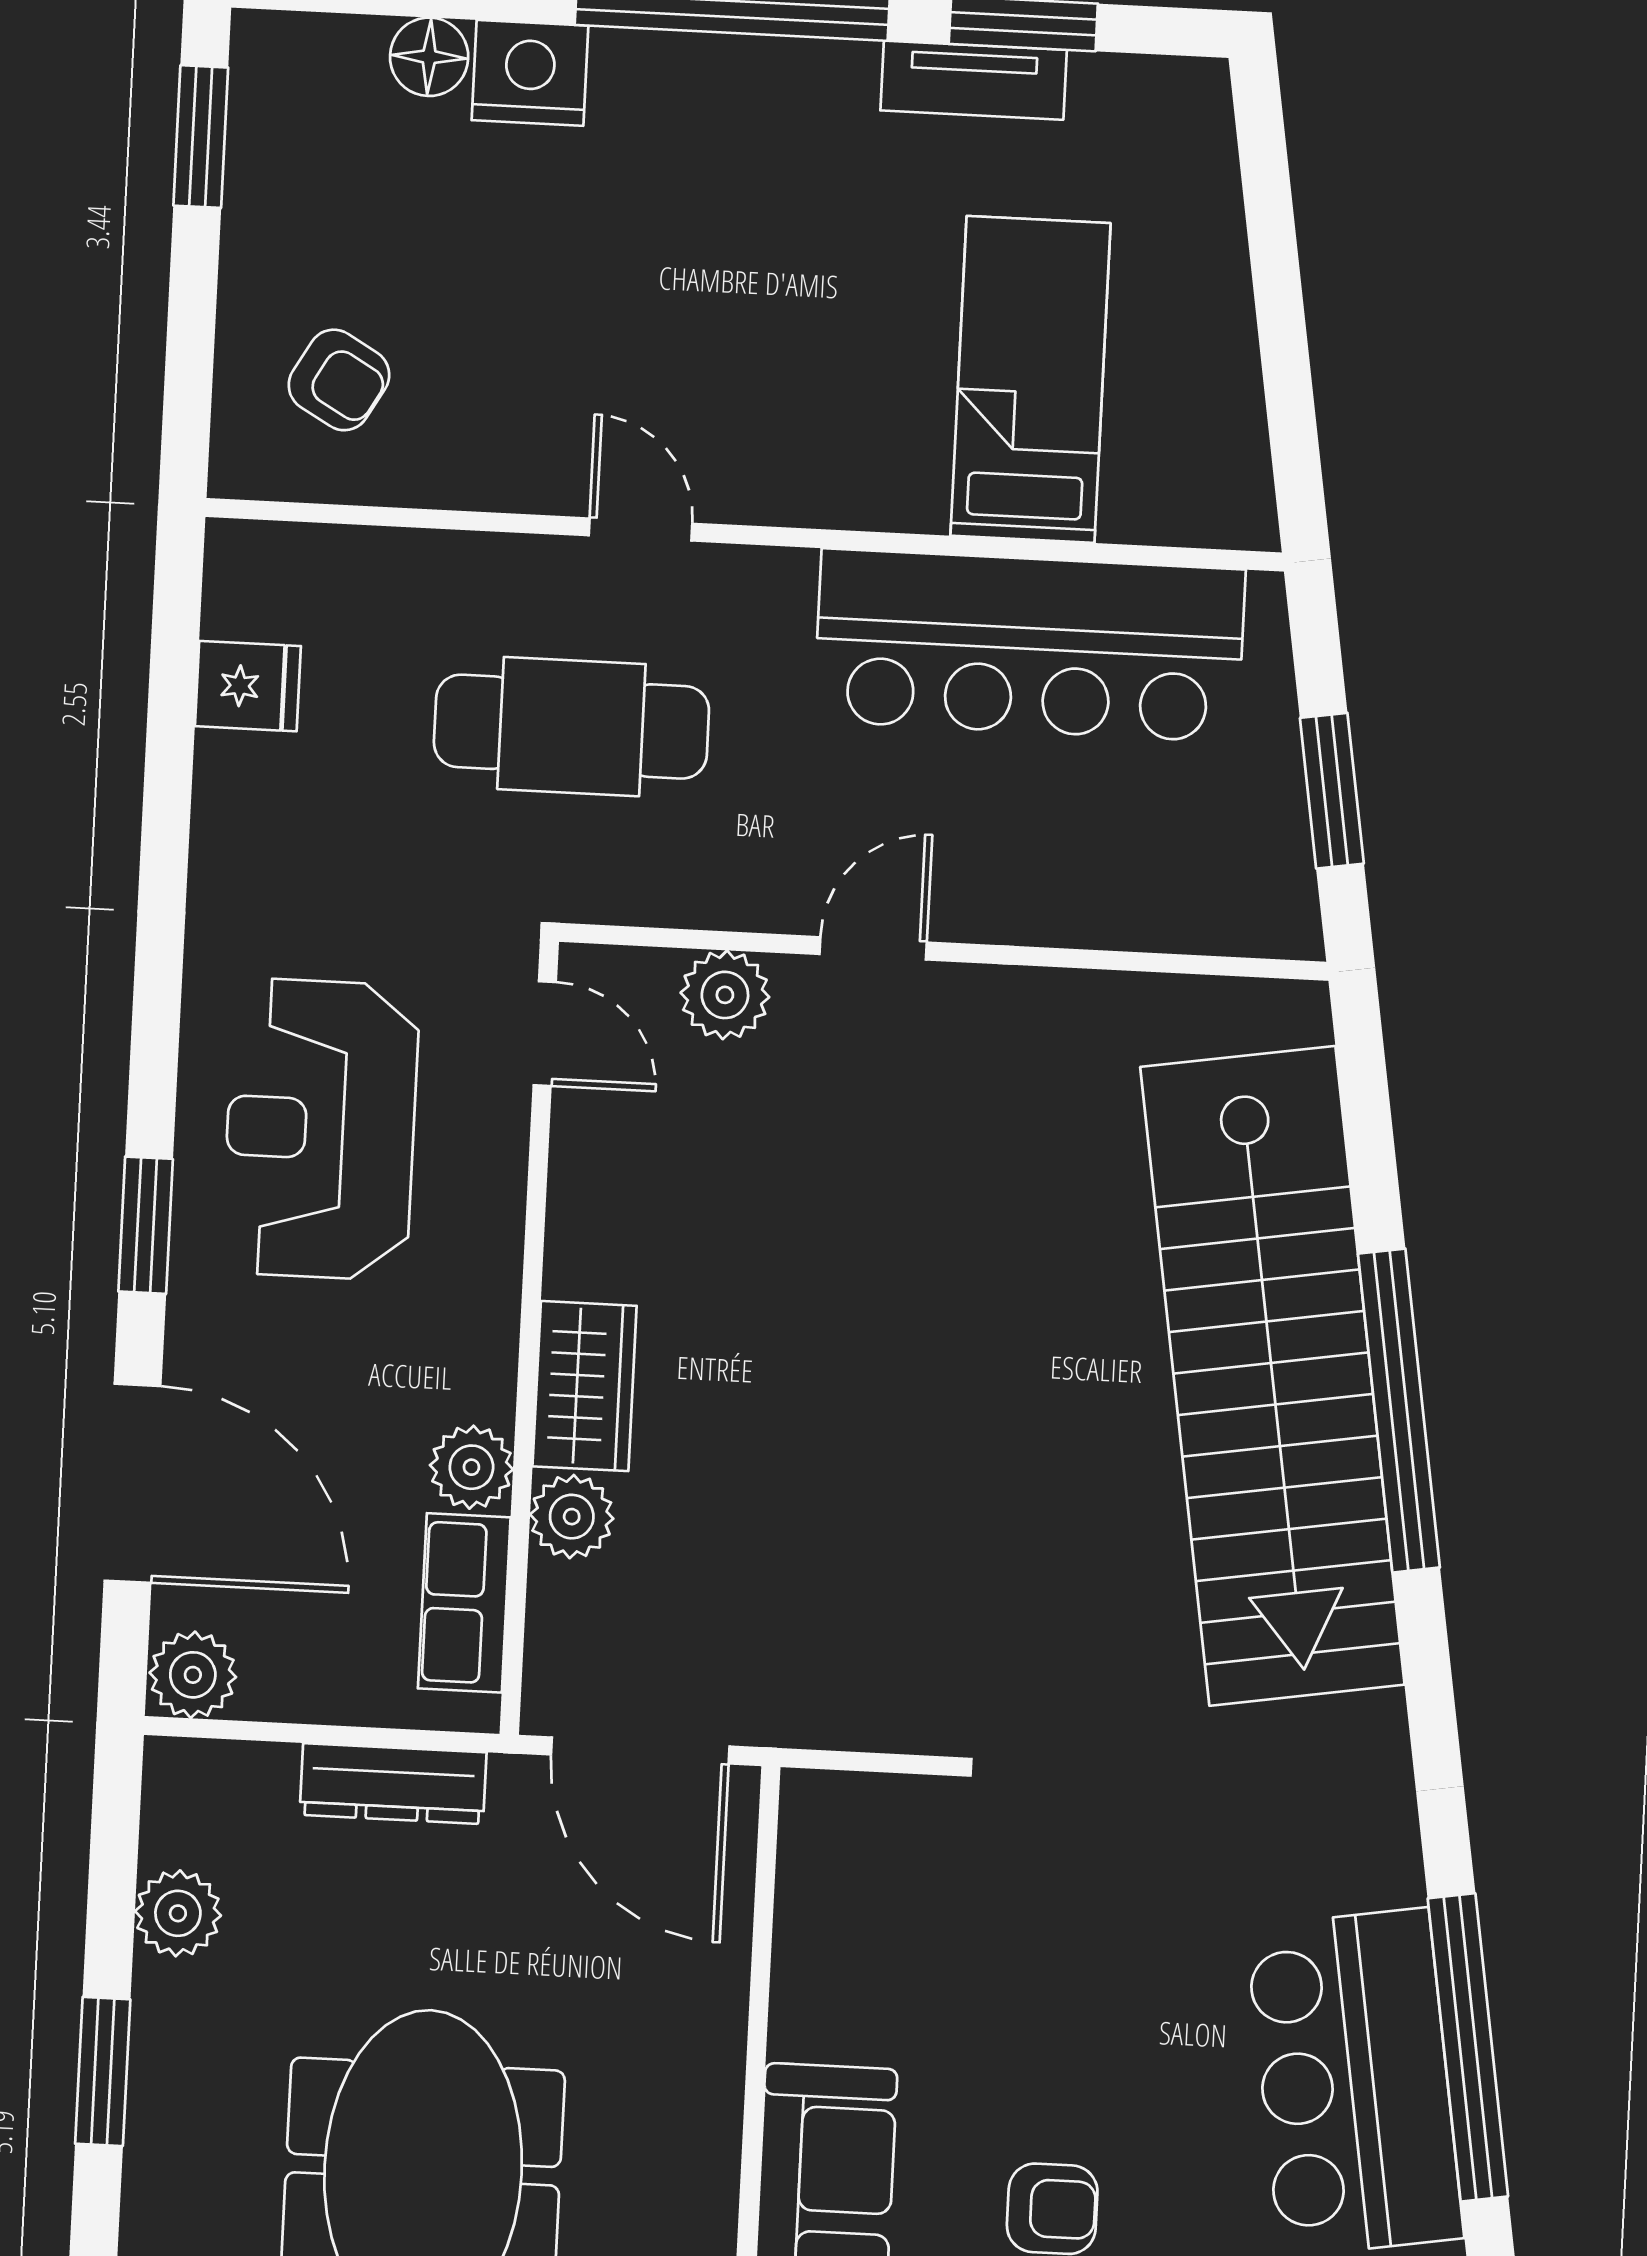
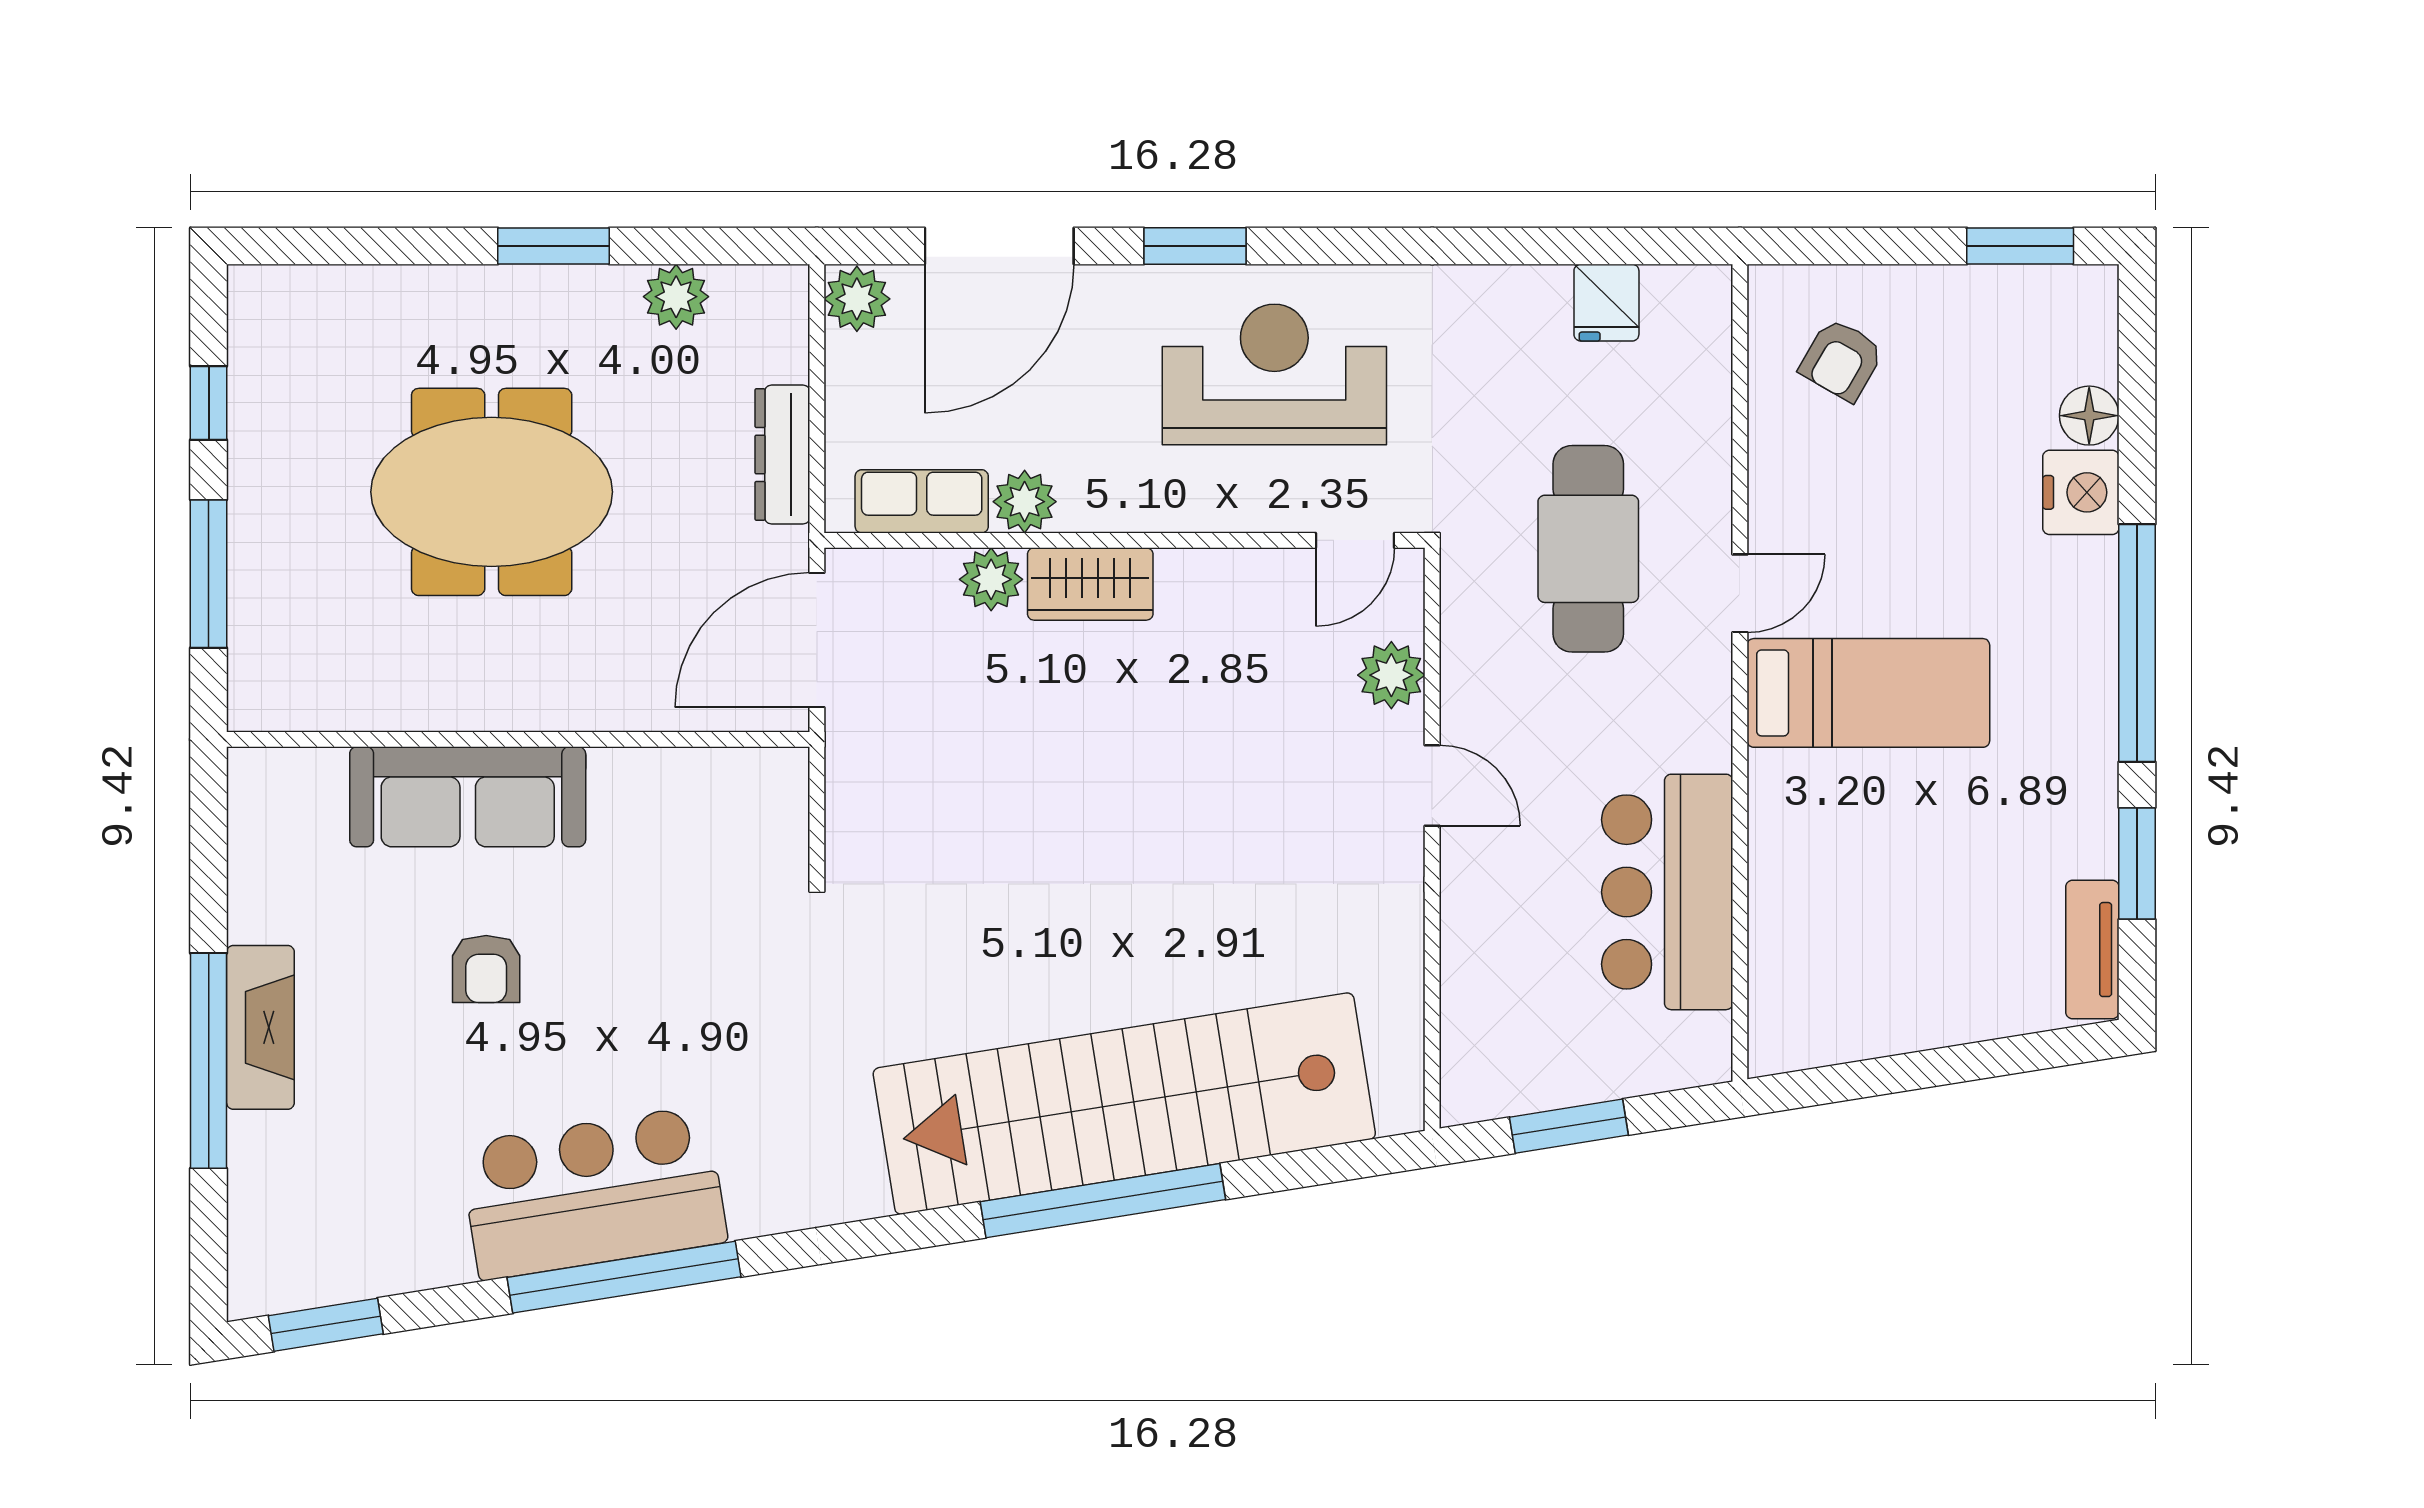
tv unit: (974, 80) -> (2092, 950), moved
bed: (1031, 379) -> (1868, 693), moved
bar counter: (1029, 645) -> (1667, 892), width x0.73

